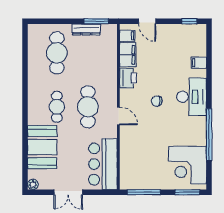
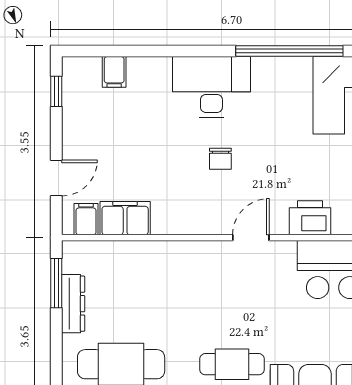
filing cabinet: (199, 63) -> (114, 72), moved
printer: (128, 78) -> (310, 218), moved
cafe table: (88, 107) -> (232, 300), removed

